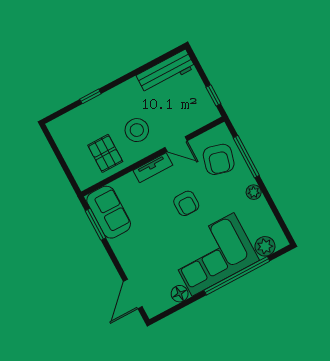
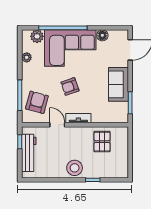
workbench: (166, 71) -> (29, 153), moved, turned 90
stool: (137, 130) -> (75, 168), moved
plant: (254, 192) -> (27, 57), moved
armchair: (186, 203) -> (70, 87), turned -109
sofa: (109, 212) -> (119, 84), moved

